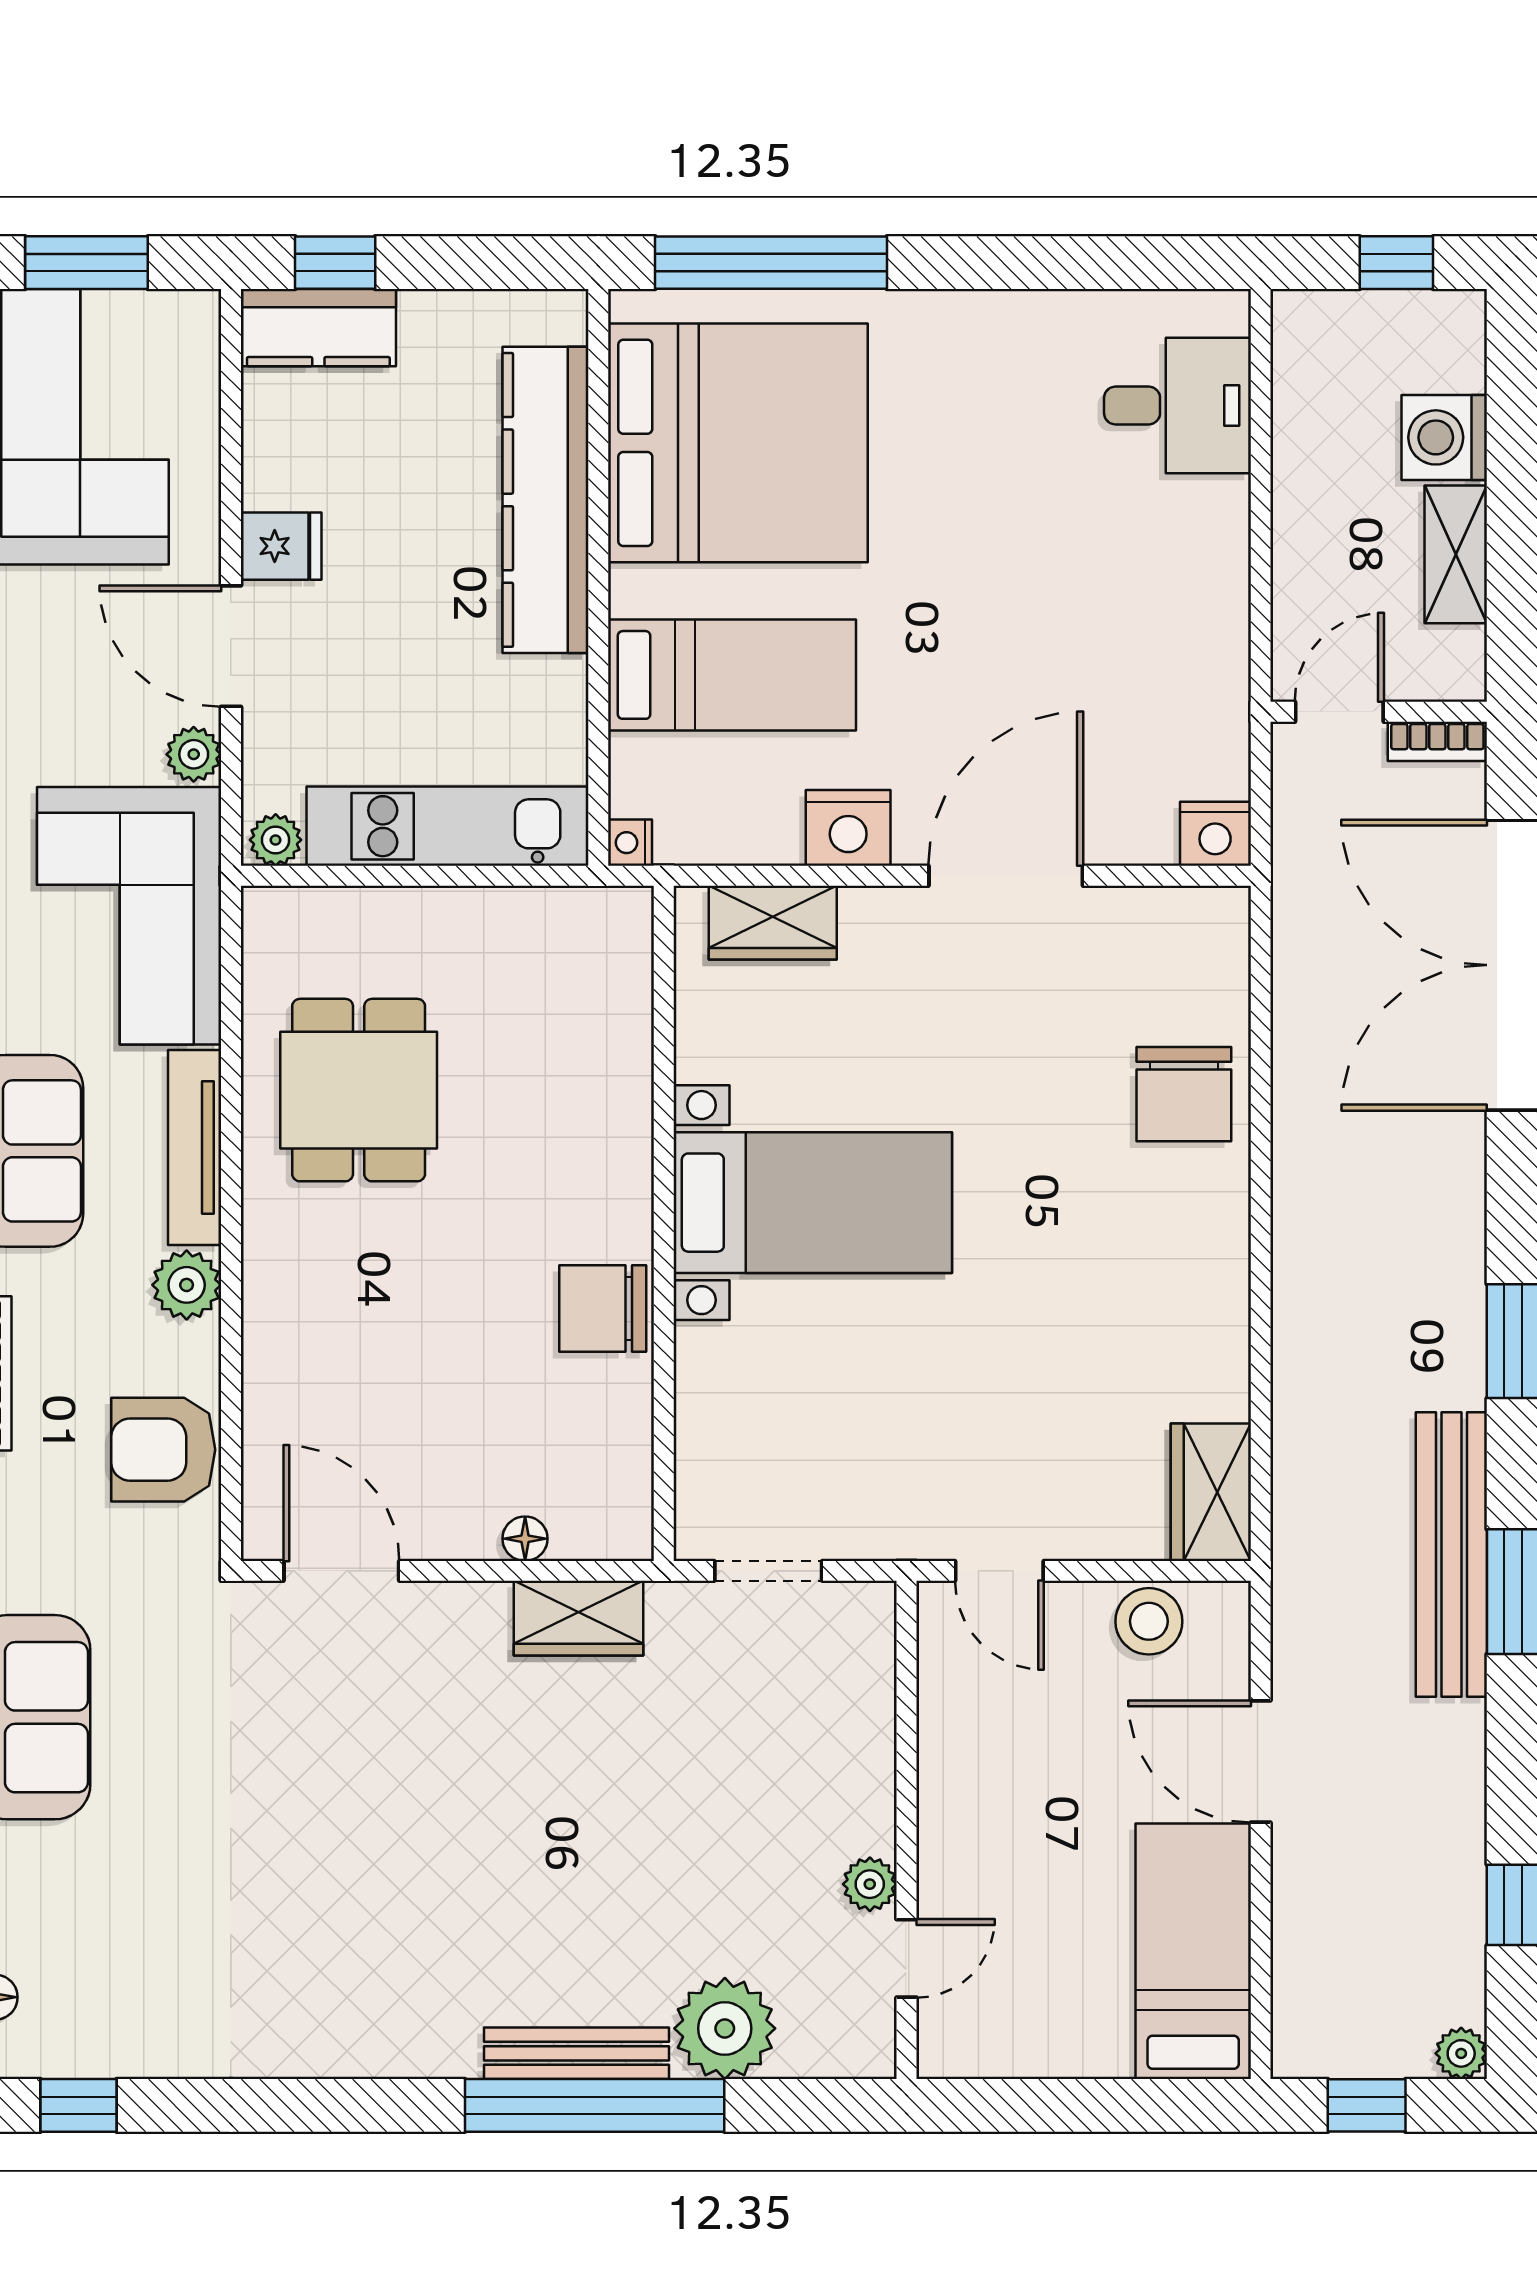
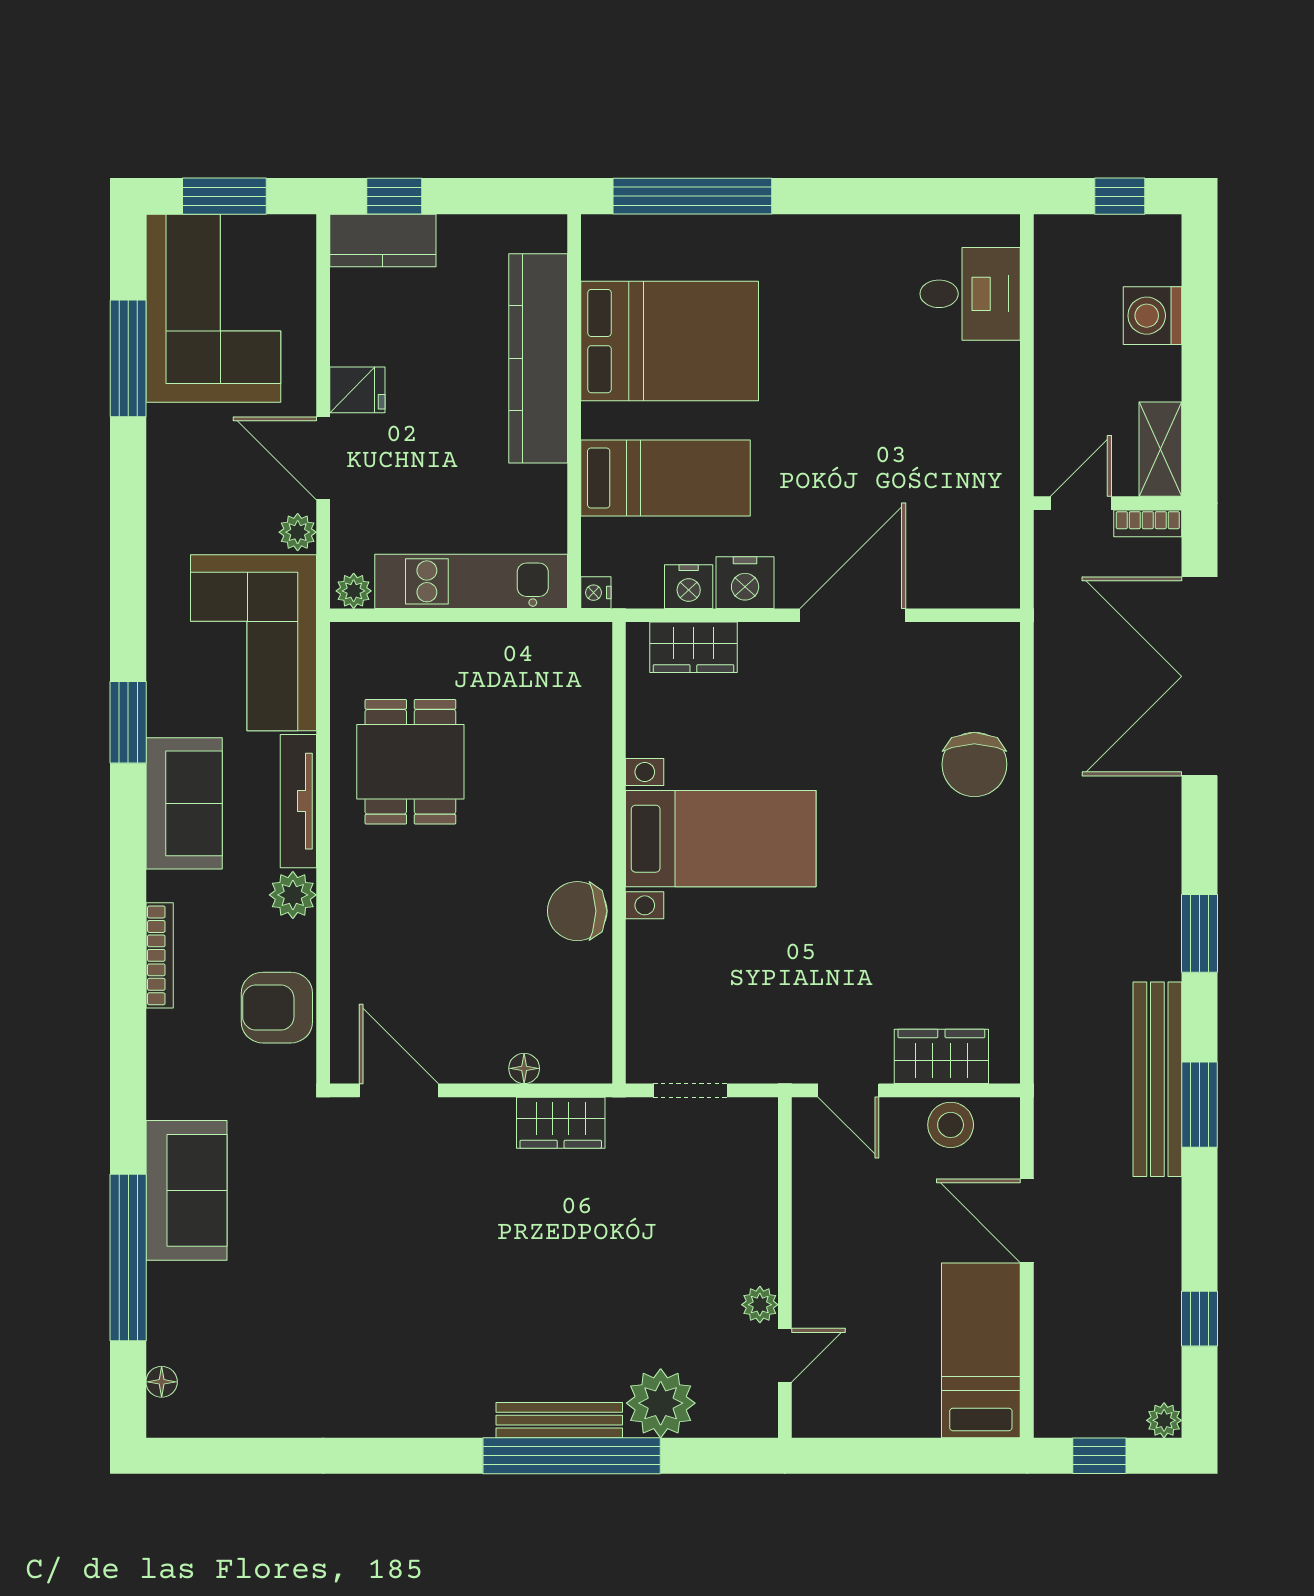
bed: (738, 443) -> (670, 341), width x0.73
shelving: (1456, 554) -> (1160, 449), moved
nightstand: (1215, 834) -> (689, 587), moved
wardrobe: (1211, 1492) -> (941, 1056), moved, turned 90
window: (78, 2105) -> (219, 1456), removed

